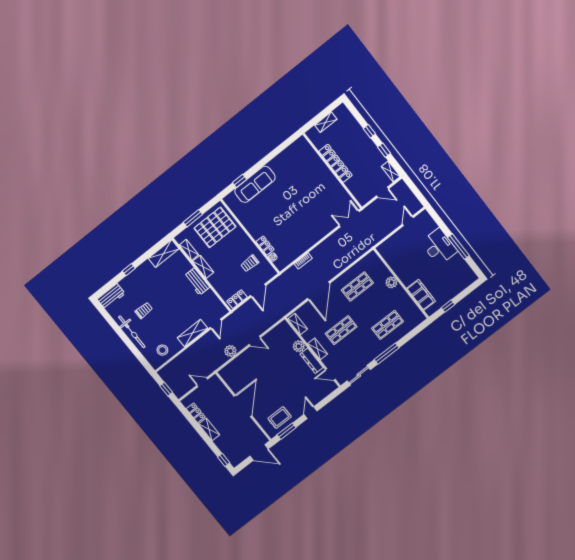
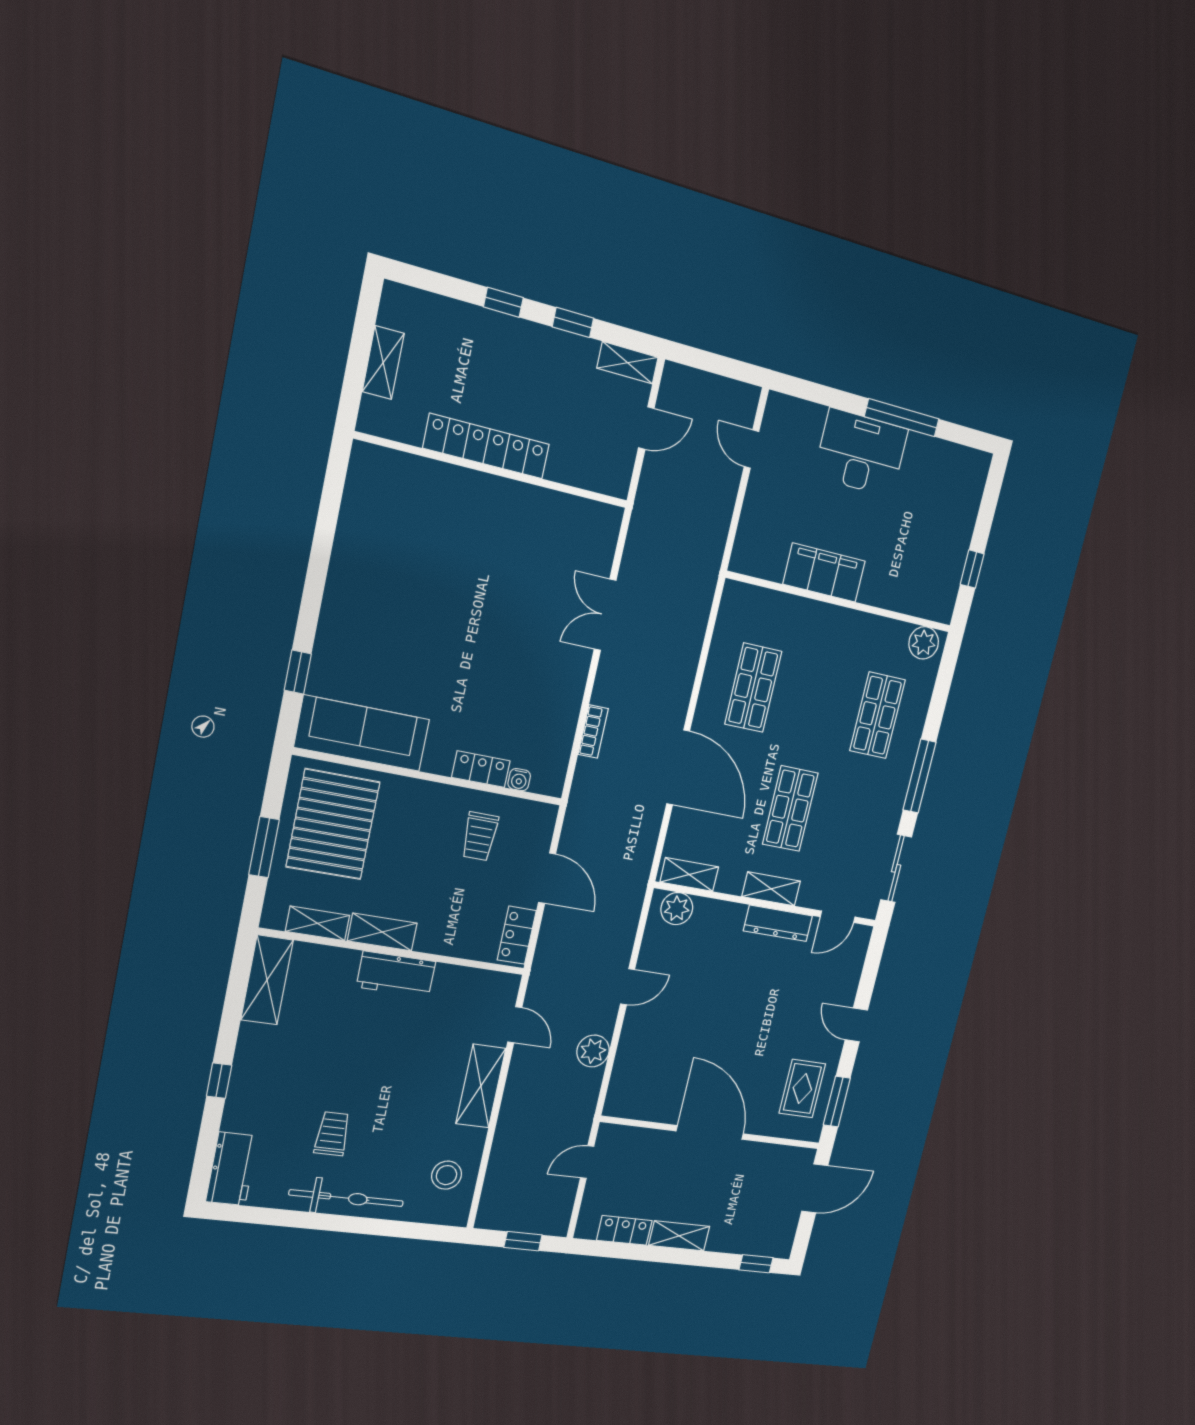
sofa: (255, 184) -> (362, 733), moved, turned -90
double door: (349, 219) -> (605, 615), moved
plant: (391, 282) -> (924, 643), moved
filing cabinet: (421, 295) -> (824, 573), moved
plant: (299, 346) -> (677, 909), moved

